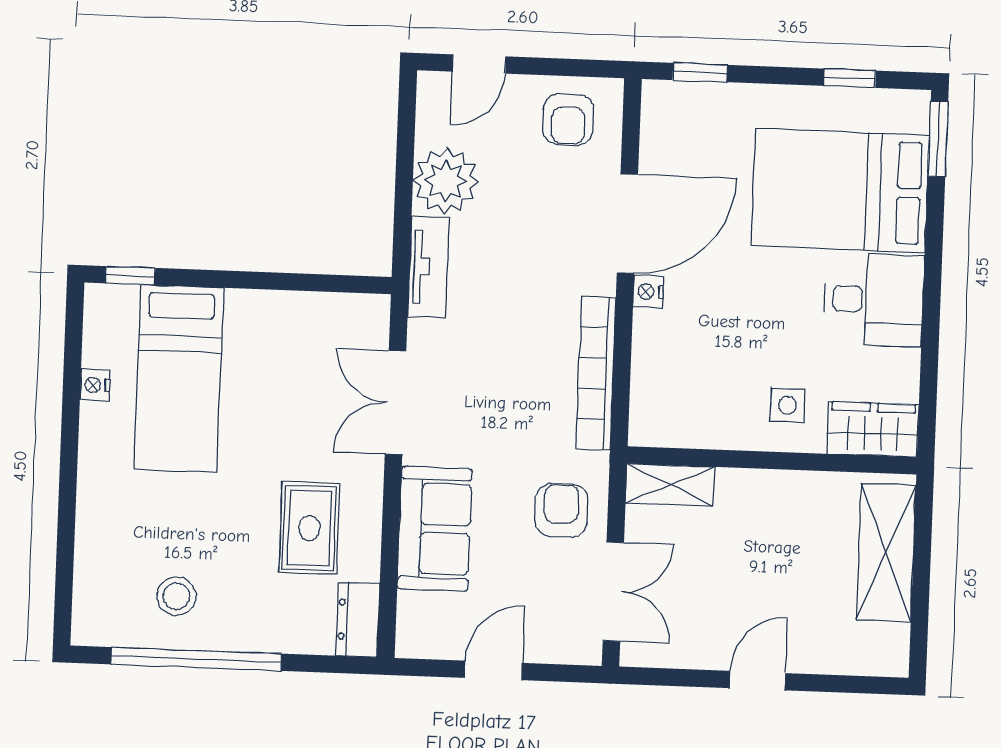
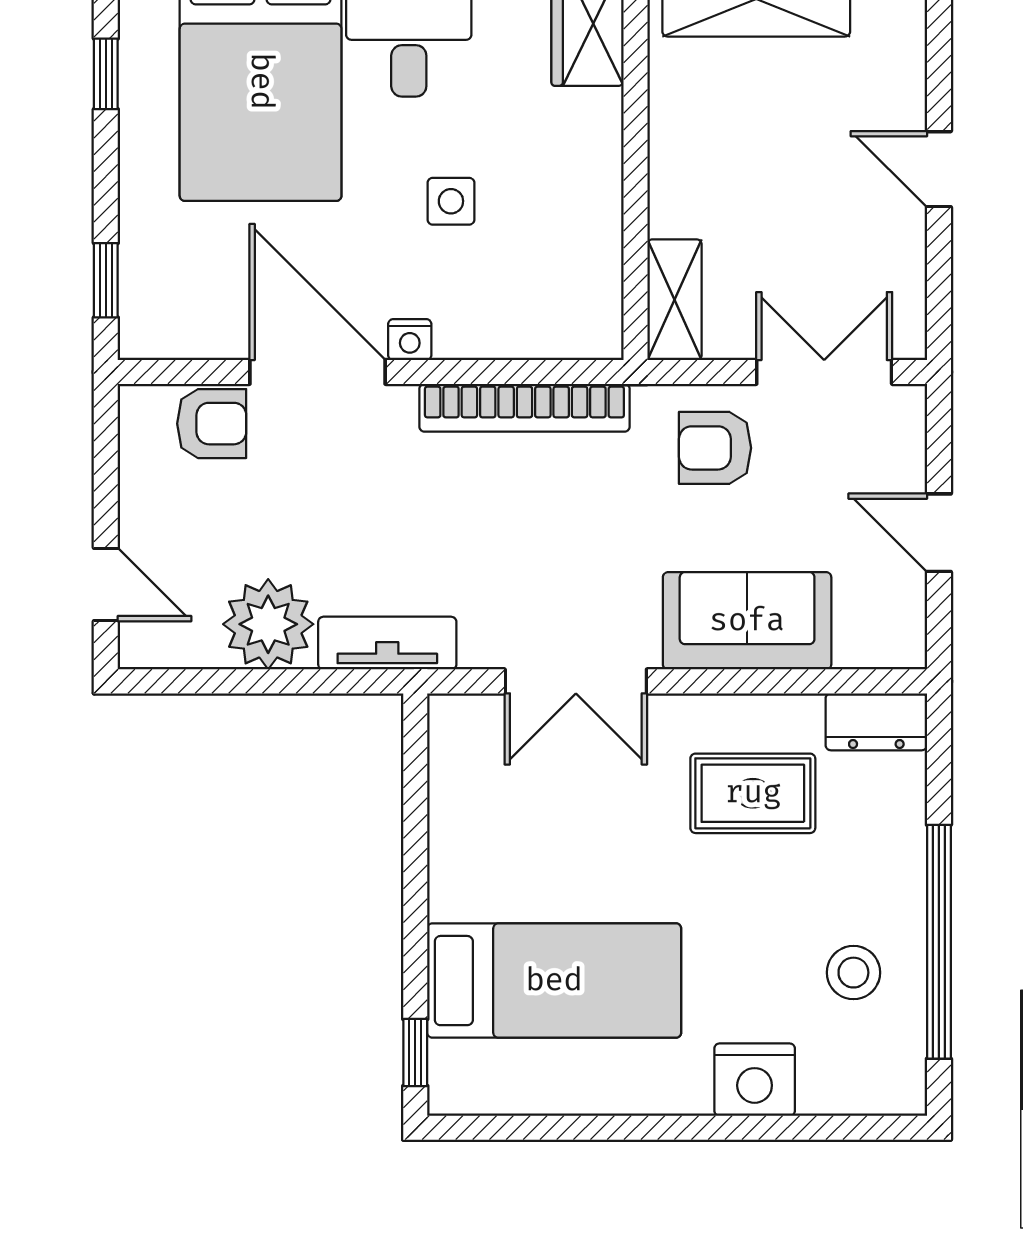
armchair: (568, 119) -> (212, 424), moved
nightstand: (95, 385) -> (755, 1080), moved, width x1.89, depth x1.79
side table: (787, 405) -> (451, 201), moved

